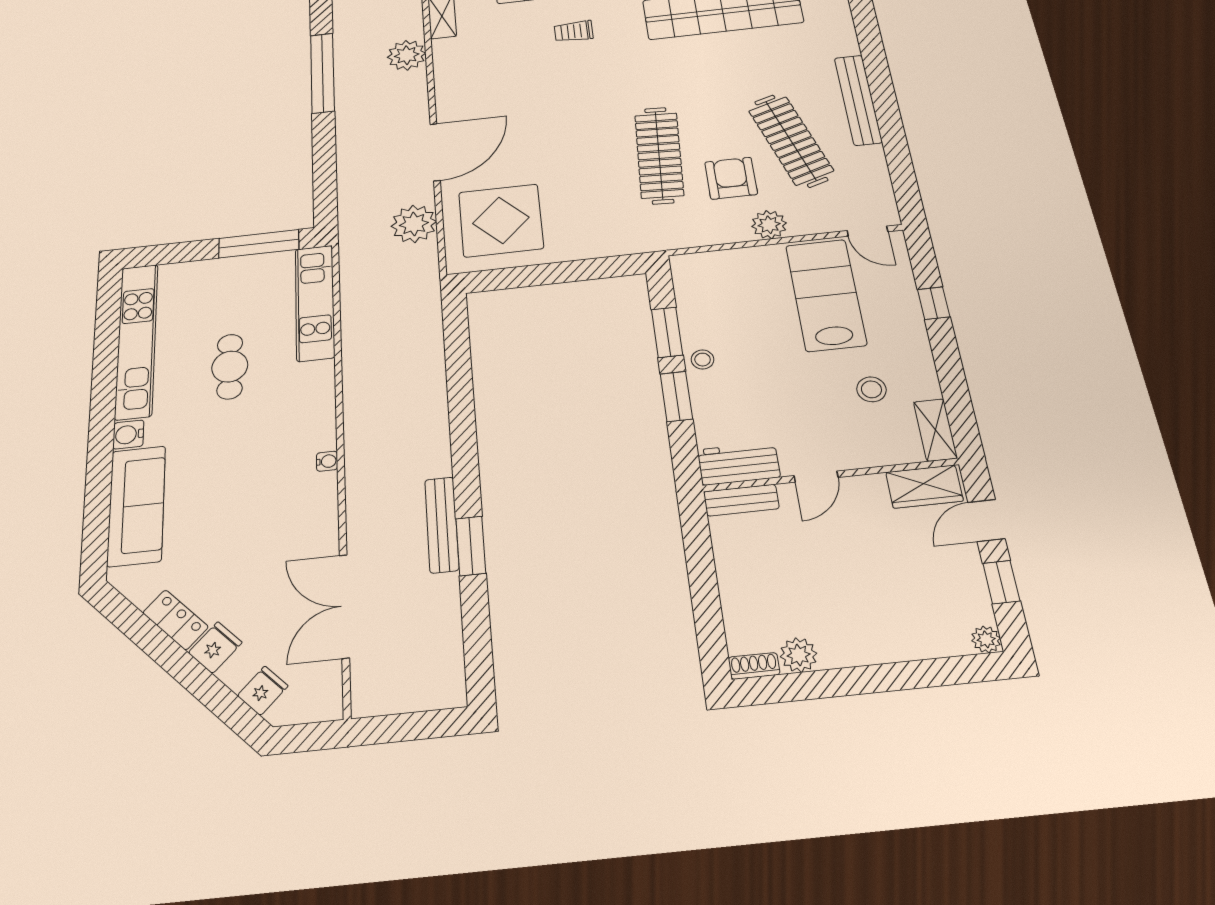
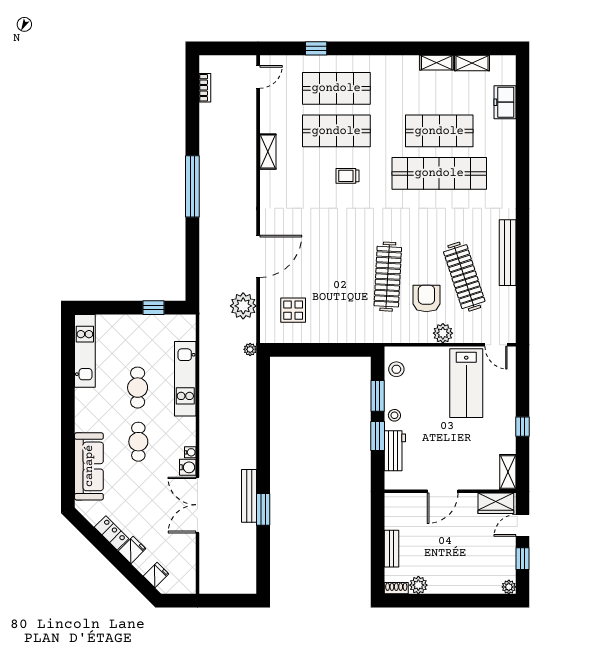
plant: (407, 55) -> (250, 349), moved, width x0.53, depth x0.53
display table: (501, 220) -> (293, 310), width x0.54, depth x0.54
window: (259, 244) -> (154, 308), width x0.46
lab bench: (826, 295) -> (466, 383), turned 180
kitchen unit: (315, 303) -> (185, 379), moved
window: (934, 303) -> (523, 427), moved
kitchen unit: (137, 341) -> (85, 351), width x0.73
stool: (871, 389) -> (396, 369), moved
water cooler: (128, 435) -> (188, 467), moved, turned 180
cafe table: (230, 454) -> (138, 442), added
workbench: (739, 463) -> (395, 451), moved, turned 90
door: (816, 477) -> (443, 491), width x1.38
bench: (741, 500) -> (391, 549), moved, turned 90
double door: (344, 606) -> (198, 505), moved

